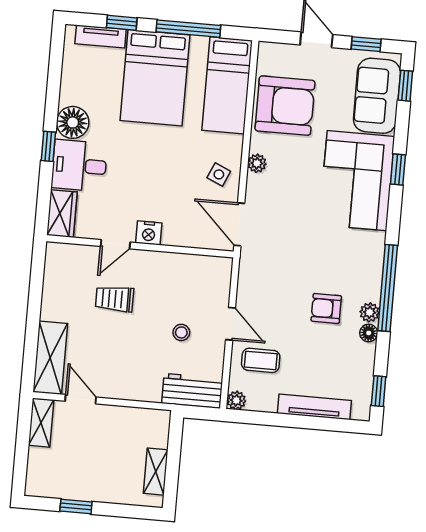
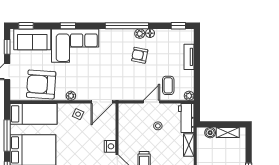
armchair: (285, 106) -> (41, 84), turned -86
armchair: (326, 308) -> (140, 55), turned 101
shelving: (138, 391) -> (189, 145), added
tv unit: (314, 407) -> (189, 57), width x0.71
boiler: (158, 436) -> (210, 133), added

